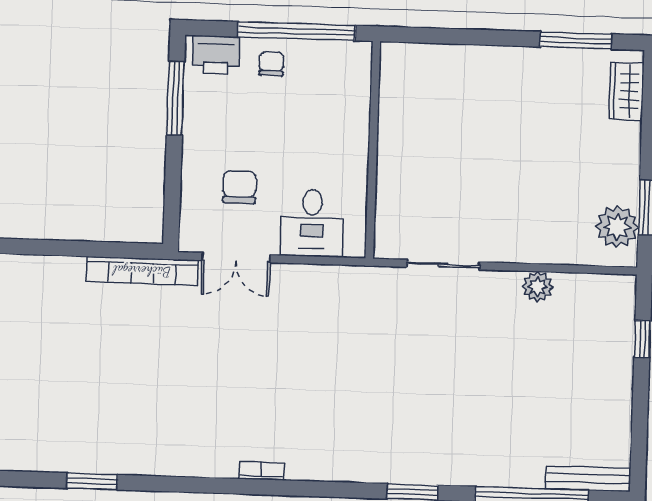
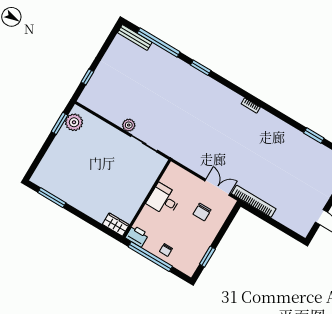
printer: (216, 55) -> (137, 236), moved
wardrobe: (627, 91) -> (116, 224), moved, turned -90
window: (176, 98) -> (207, 257), width x0.69
desk: (312, 223) -> (164, 200), moved, turned -90
plant: (538, 287) -> (129, 125), moved

